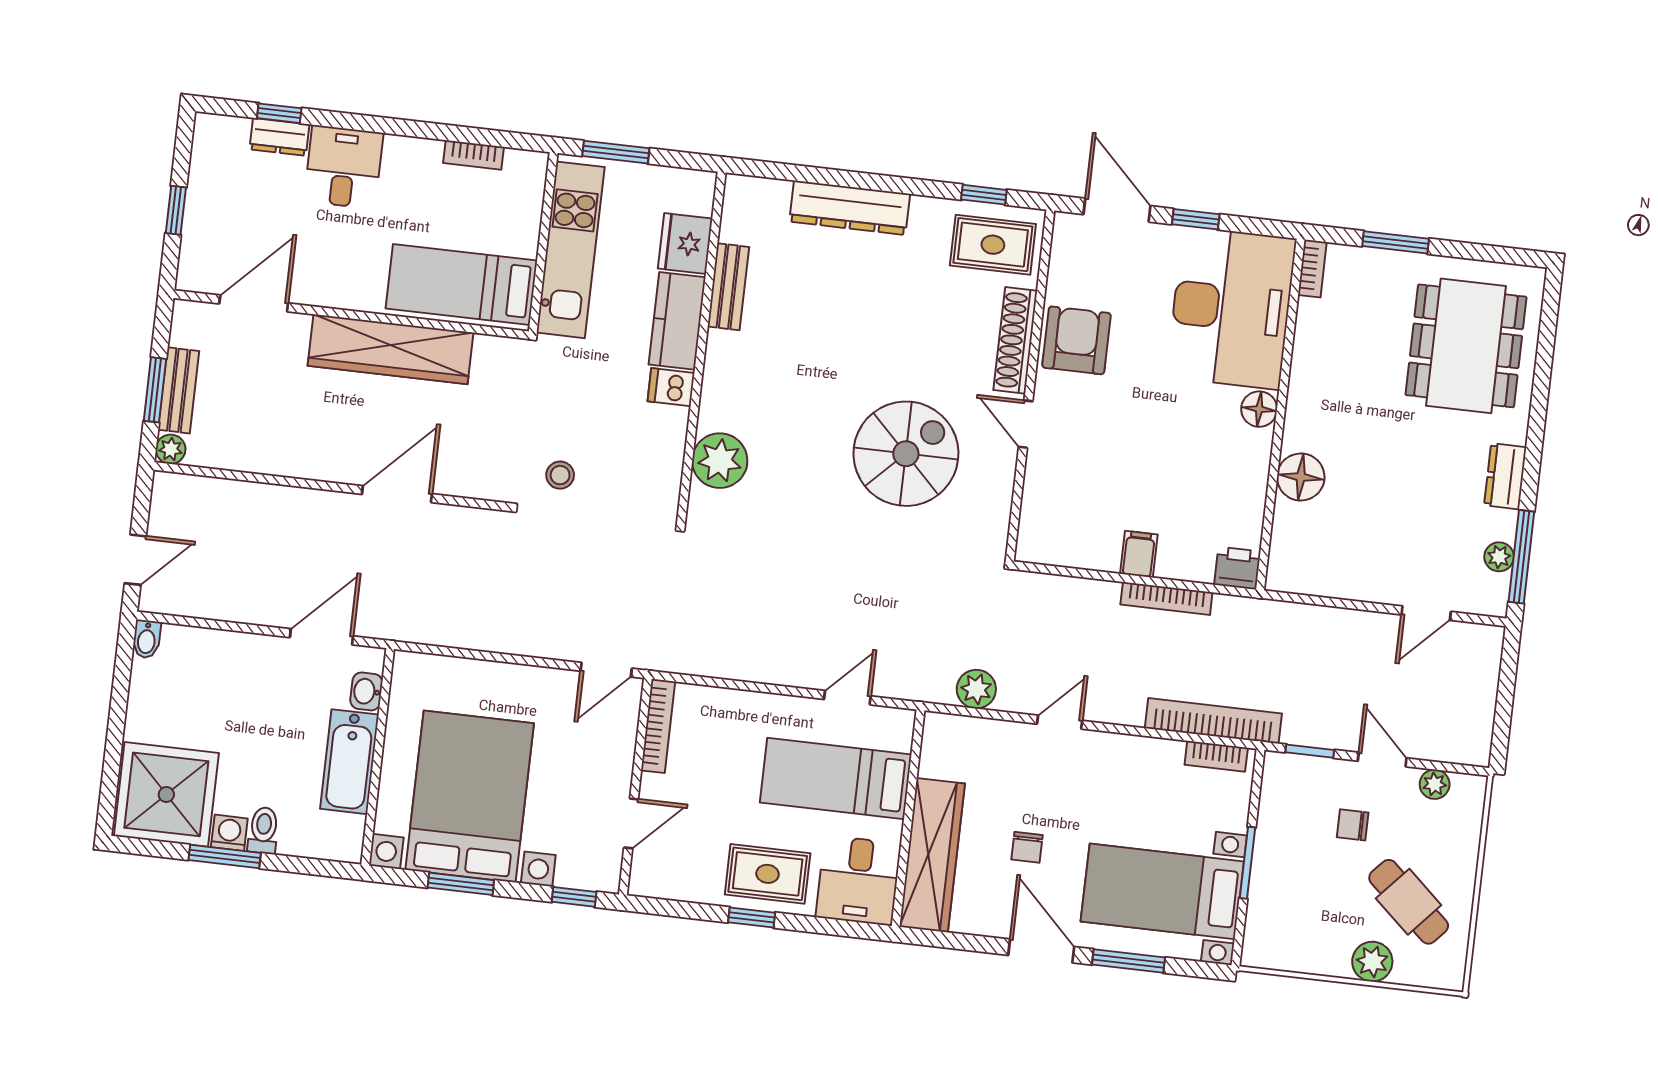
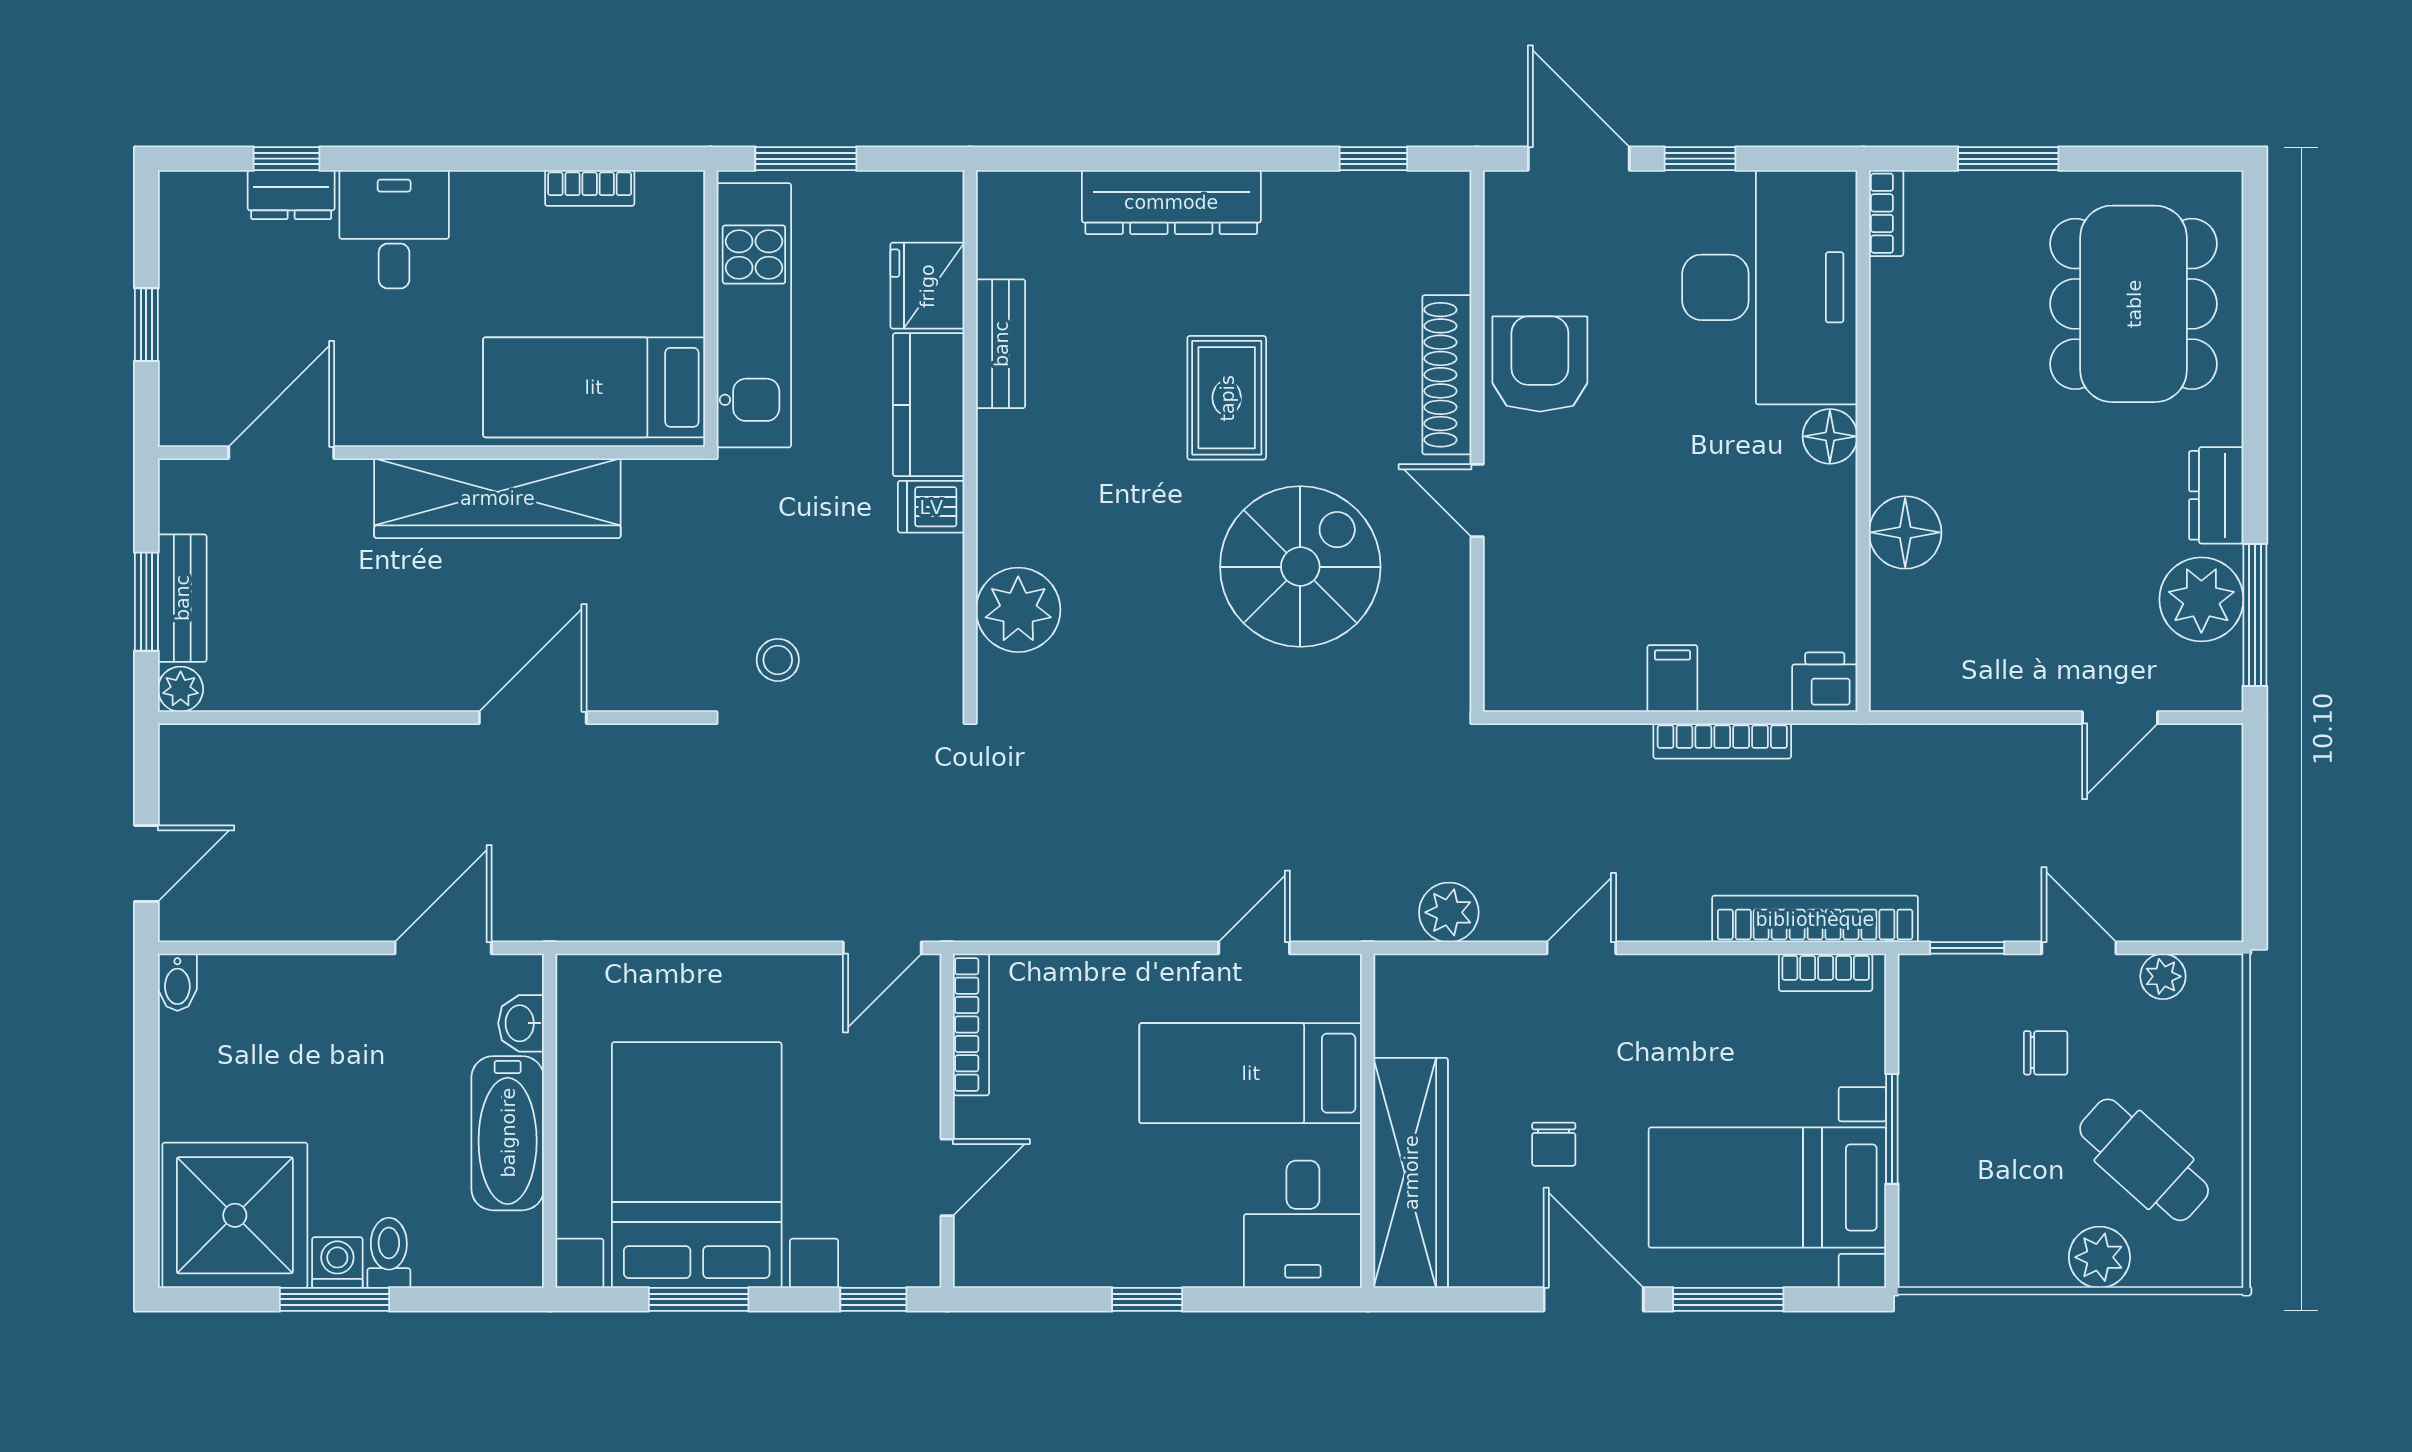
rug: (993, 245) -> (1227, 398), moved, turned 90
plant: (1499, 557) -> (2201, 599), width x1.88, depth x1.88
chair: (1353, 825) -> (2046, 1053), turned 180
rug: (768, 874) -> (1164, 1230), removed

